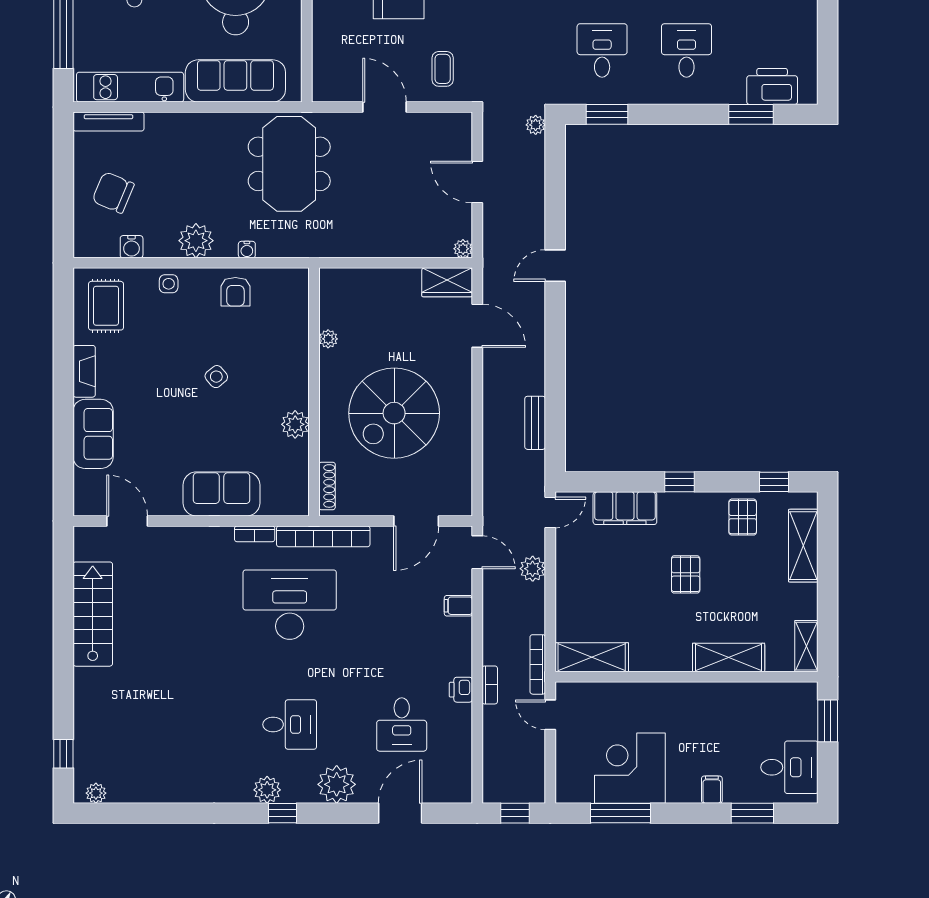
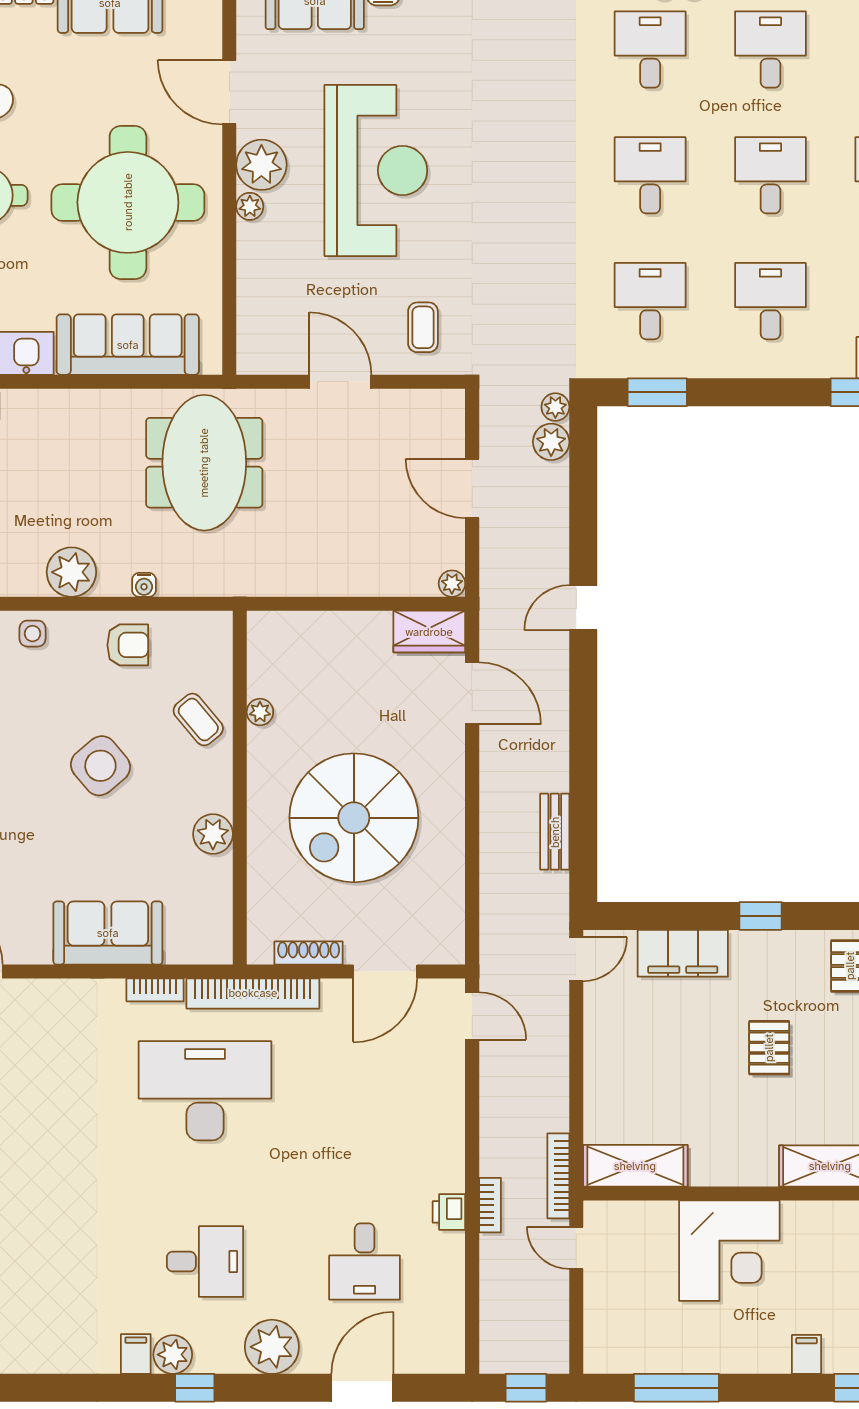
armchair: (235, 292) -> (128, 645), turned -90
coffee table: (285, 344) -> (198, 720), added
side table: (216, 377) -> (100, 766), width x1.87, depth x1.87
shoe rack: (327, 486) -> (309, 953), moved, turned -90
plant: (533, 569) -> (551, 442), moved
filing cabinet: (458, 606) -> (136, 1354), moved, turned 90
corner desk: (630, 768) -> (729, 1251), moved, turned 180

